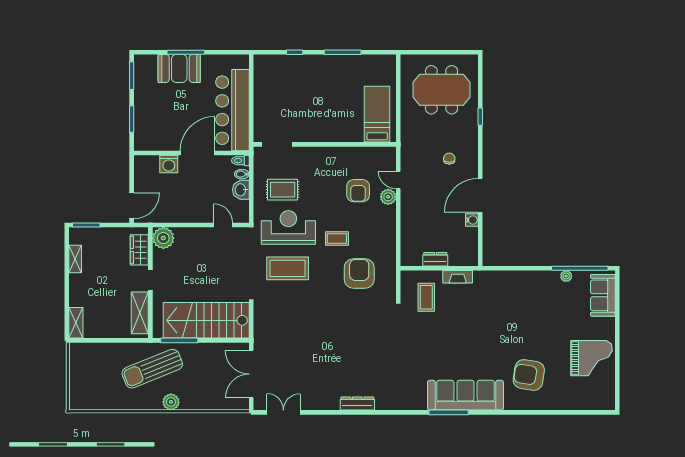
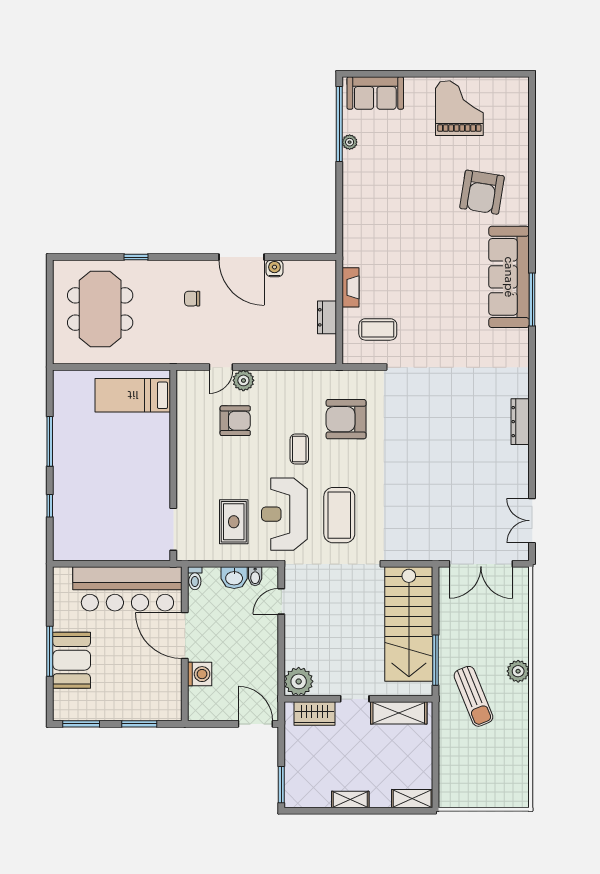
bidet: (242, 174) -> (255, 576), moved
shelving: (75, 259) -> (350, 799), moved
sun lounger: (152, 369) -> (473, 696), width x0.73, depth x0.75

